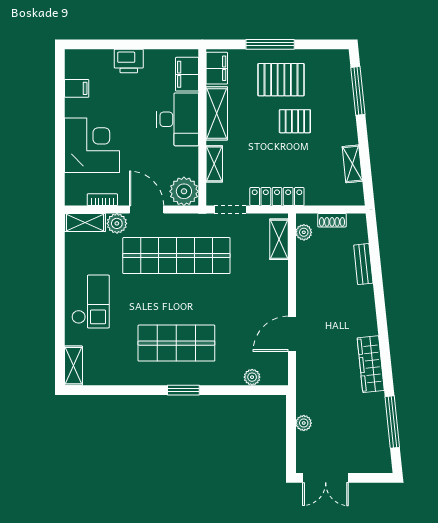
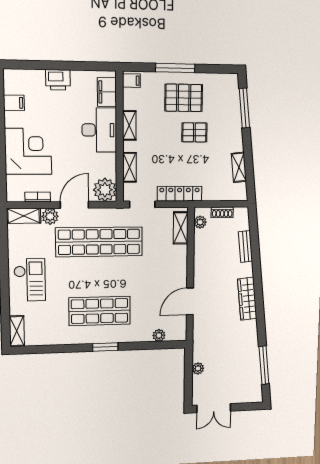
filing cabinet: (217, 68) -> (131, 81), width x0.50
shelving: (217, 113) -> (129, 125), width x0.67, depth x0.75
door: (147, 210) -> (74, 205), hinge flipped
wardrobe: (371, 364) -> (247, 299), moved

